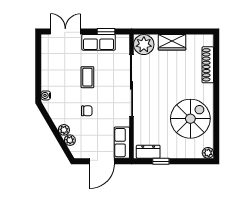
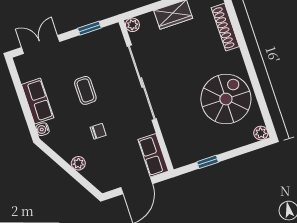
row of seats: (99, 42) -> (38, 101), moved, turned -90
plant: (144, 45) -> (132, 25), width x0.53, depth x0.53
plant: (70, 140) -> (90, 173), removed
dresser: (148, 152) -> (189, 156), removed

